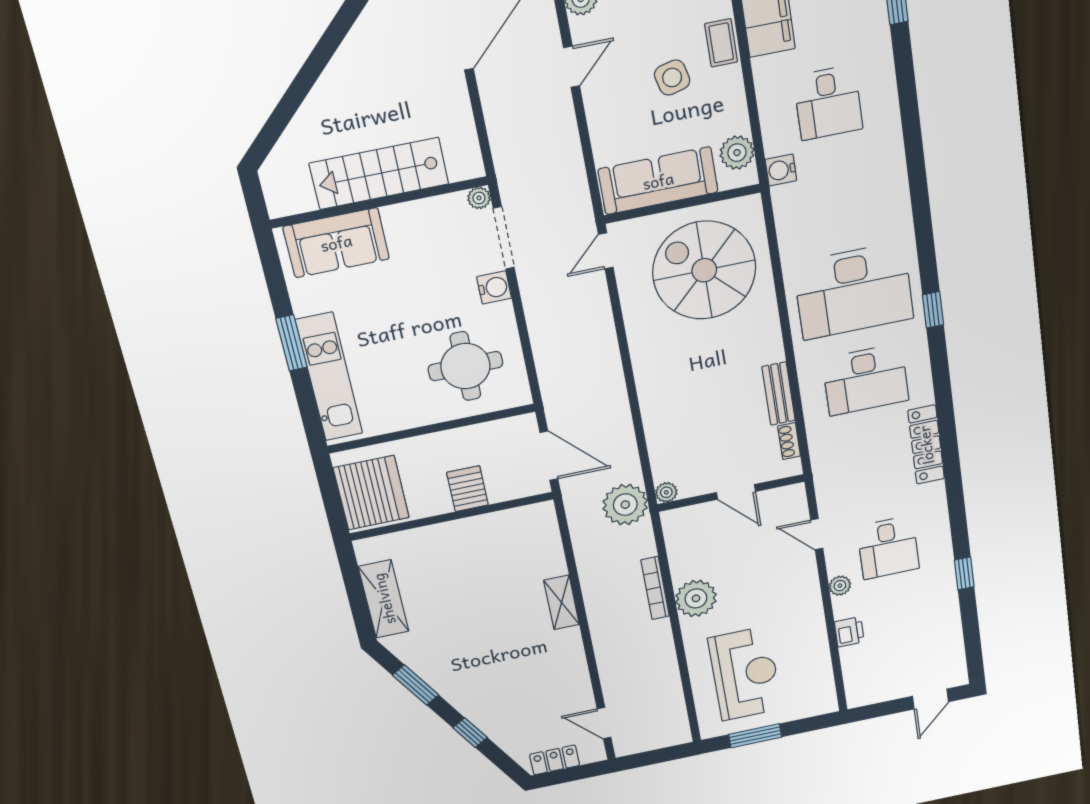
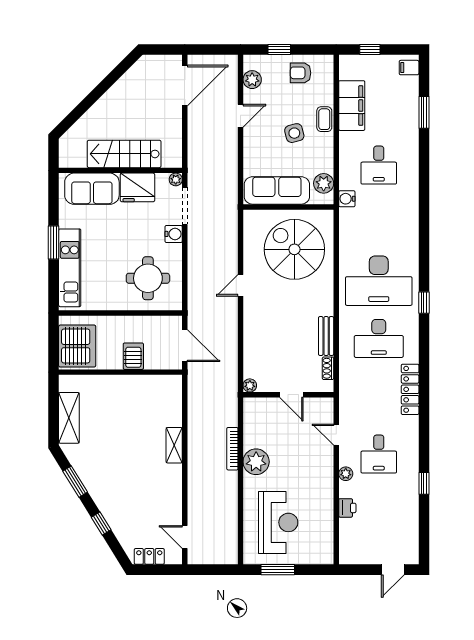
fridge: (415, 225) -> (137, 187), added
door: (606, 251) -> (240, 285), moved
plant: (625, 505) -> (224, 388), removed

